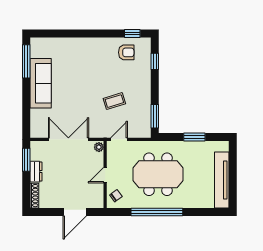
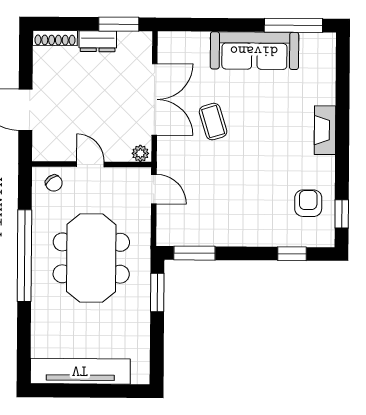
fireplace: (85, 43) -> (325, 130), added
armchair: (126, 52) -> (308, 203), turned 180
coffee table: (114, 101) -> (213, 122), moved
window: (194, 137) -> (157, 293), moved

